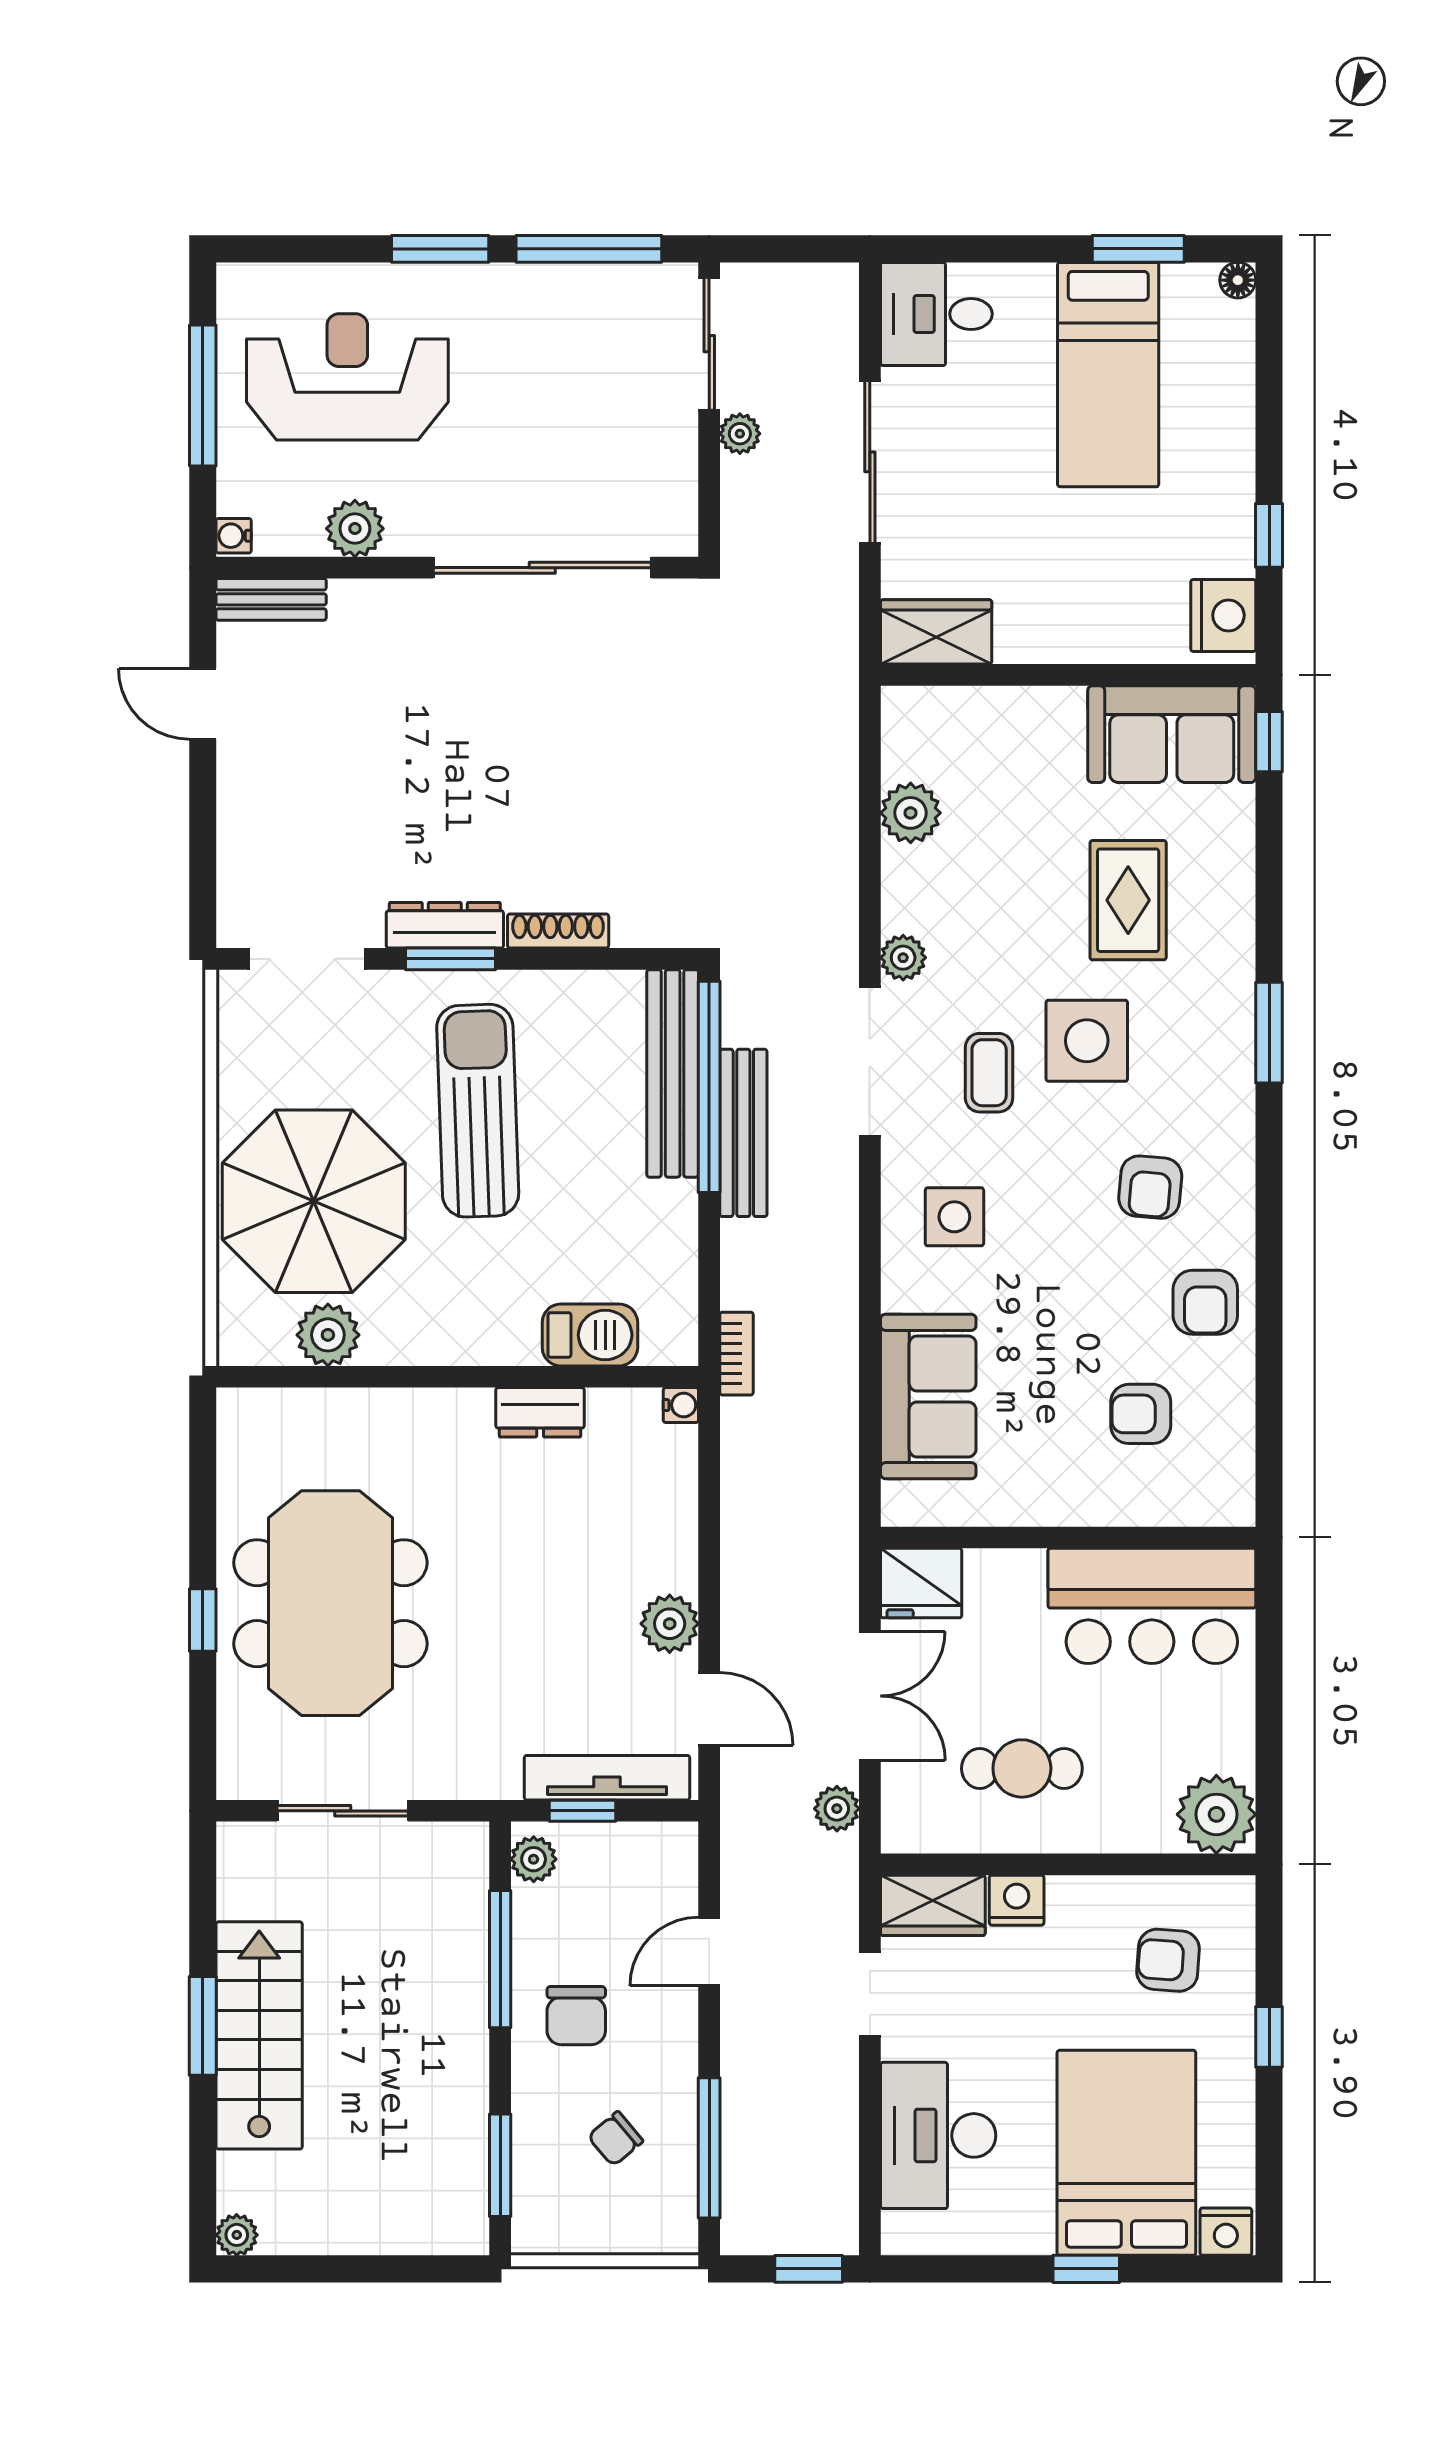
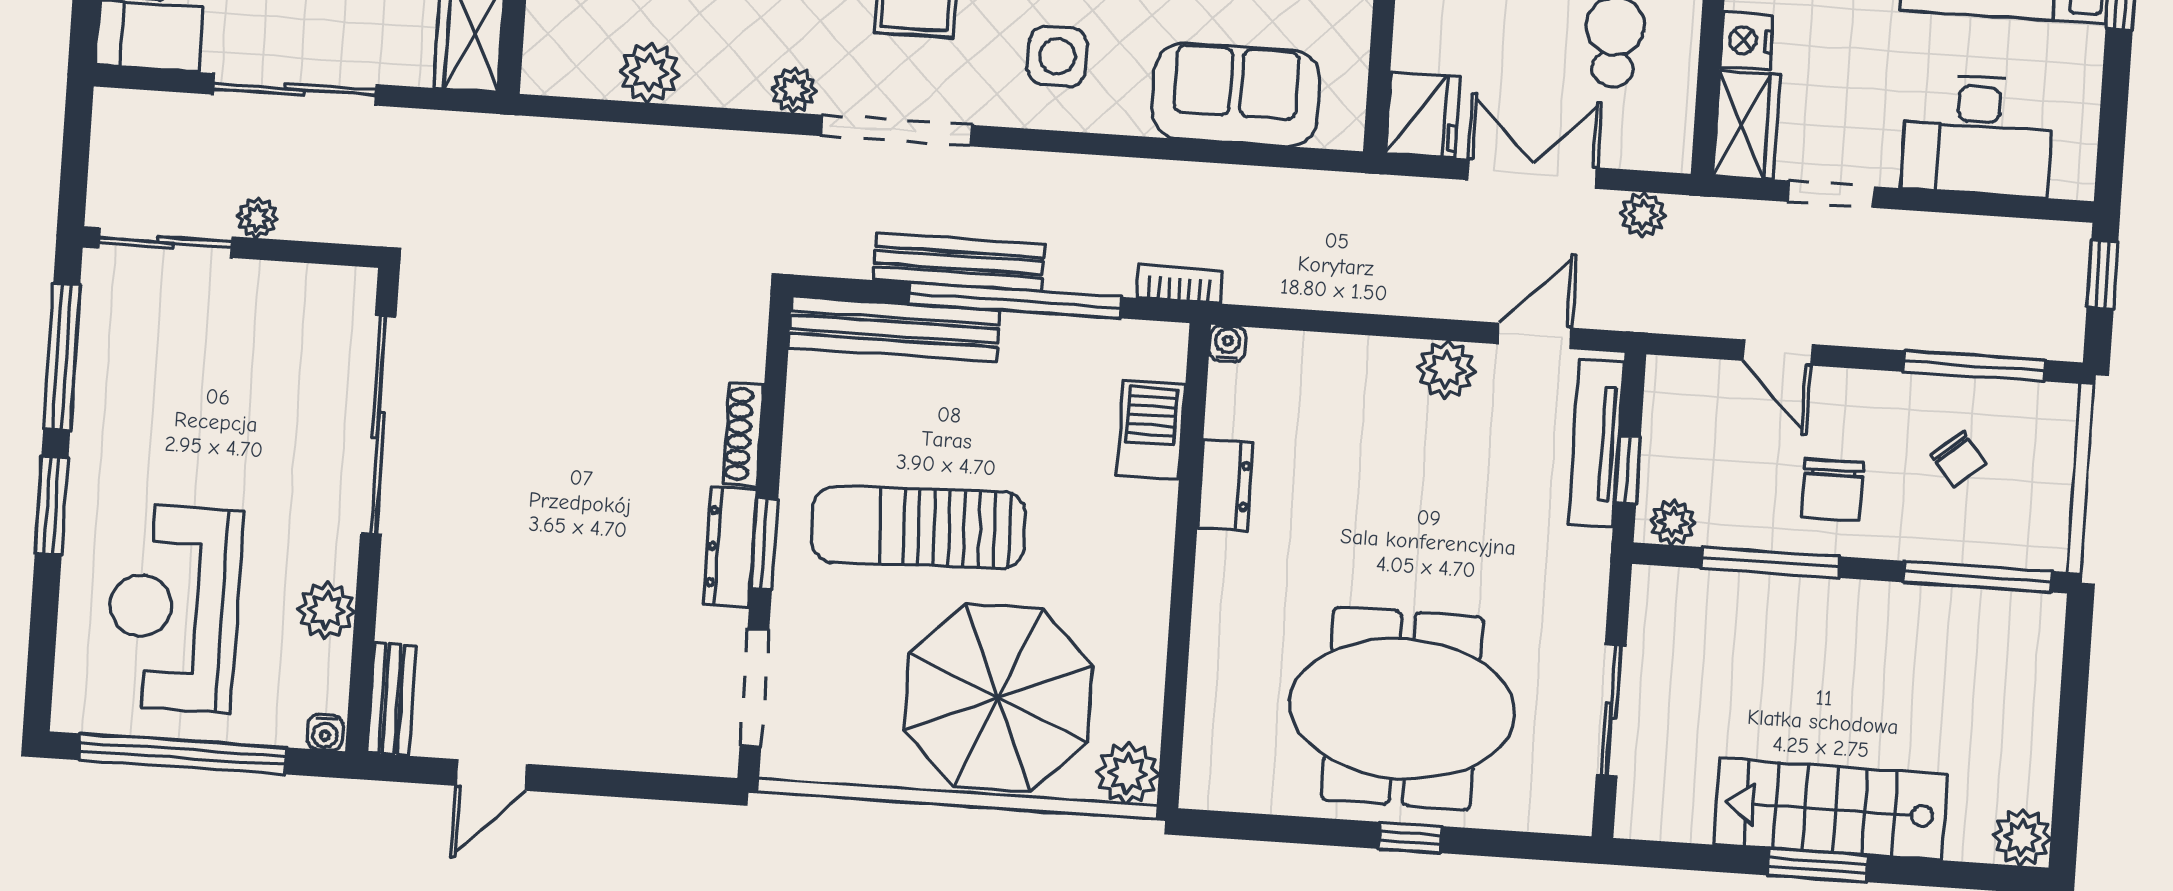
window: (203, 395) -> (182, 754), width x1.46
window: (709, 1087) -> (1015, 300), moved
plant: (328, 1335) -> (1127, 773), moved
chair: (576, 2016) -> (1833, 490), turned 90
window: (500, 2165) -> (1977, 577), width x1.44
plant: (237, 2235) -> (2022, 837), width x1.38, depth x1.38

